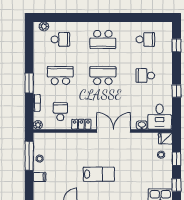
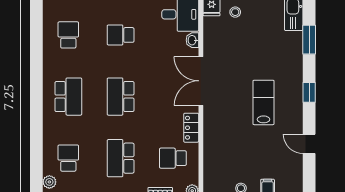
school desk: (145, 76) -> (121, 35), turned 90

